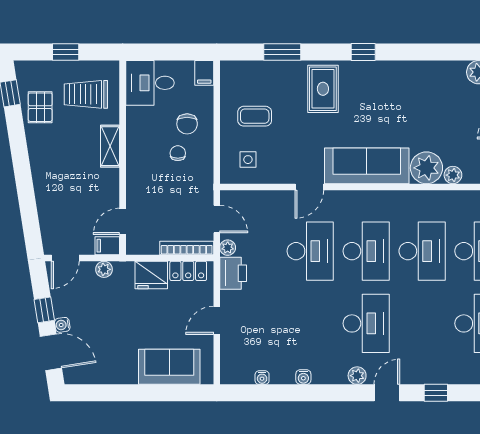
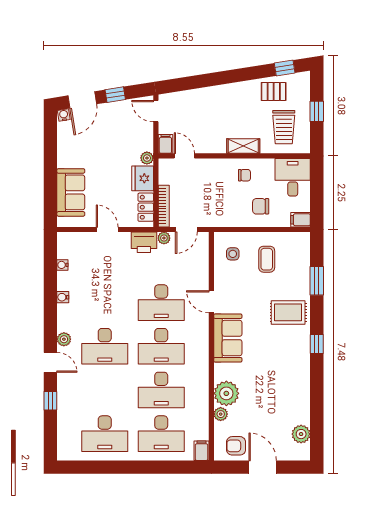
trolley: (86, 94) -> (284, 127), turned 180
chair: (178, 153) -> (244, 175), moved
sofa: (367, 166) -> (228, 338), width x0.73
plant: (104, 269) -> (147, 158), moved
water cooler: (62, 325) -> (64, 115), moved

